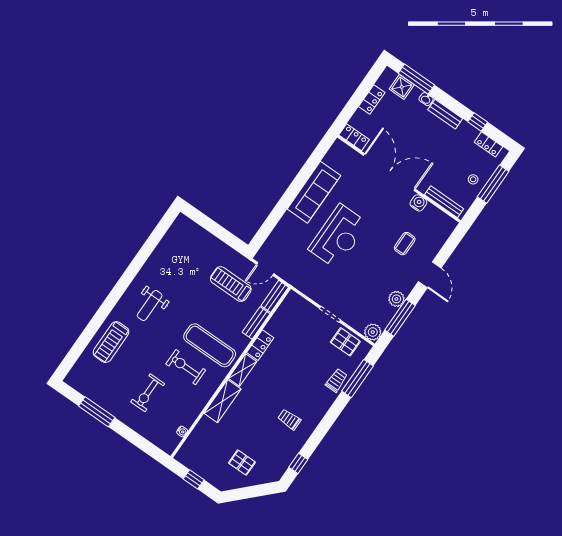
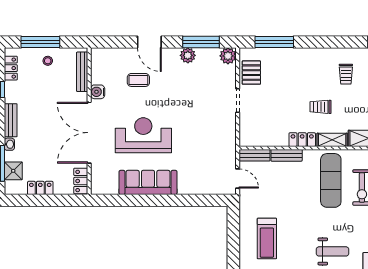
reception desk: (338, 236) -> (143, 135), moved
door: (430, 275) -> (149, 42), swing flipped
treadmill: (231, 284) -> (267, 239), moved
trolley: (336, 380) -> (321, 107), moved

